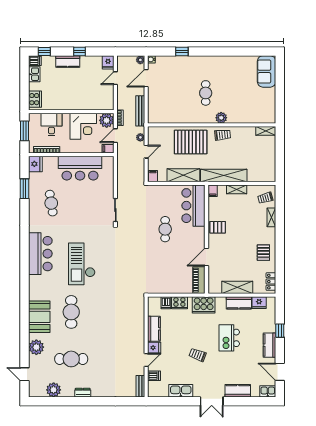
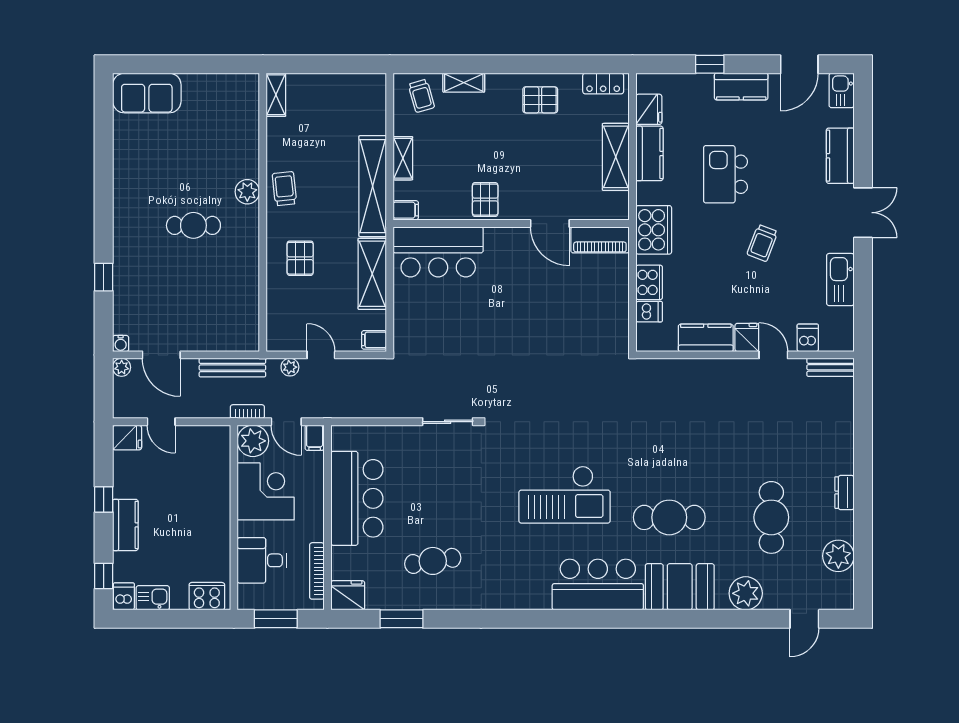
pallet: (191, 142) -> (300, 258), width x0.49, depth x0.50
cafe table: (165, 229) -> (489, 313), removed
bar counter: (40, 254) -> (598, 585), moved
kitchen island: (229, 338) -> (725, 174), turned 90

